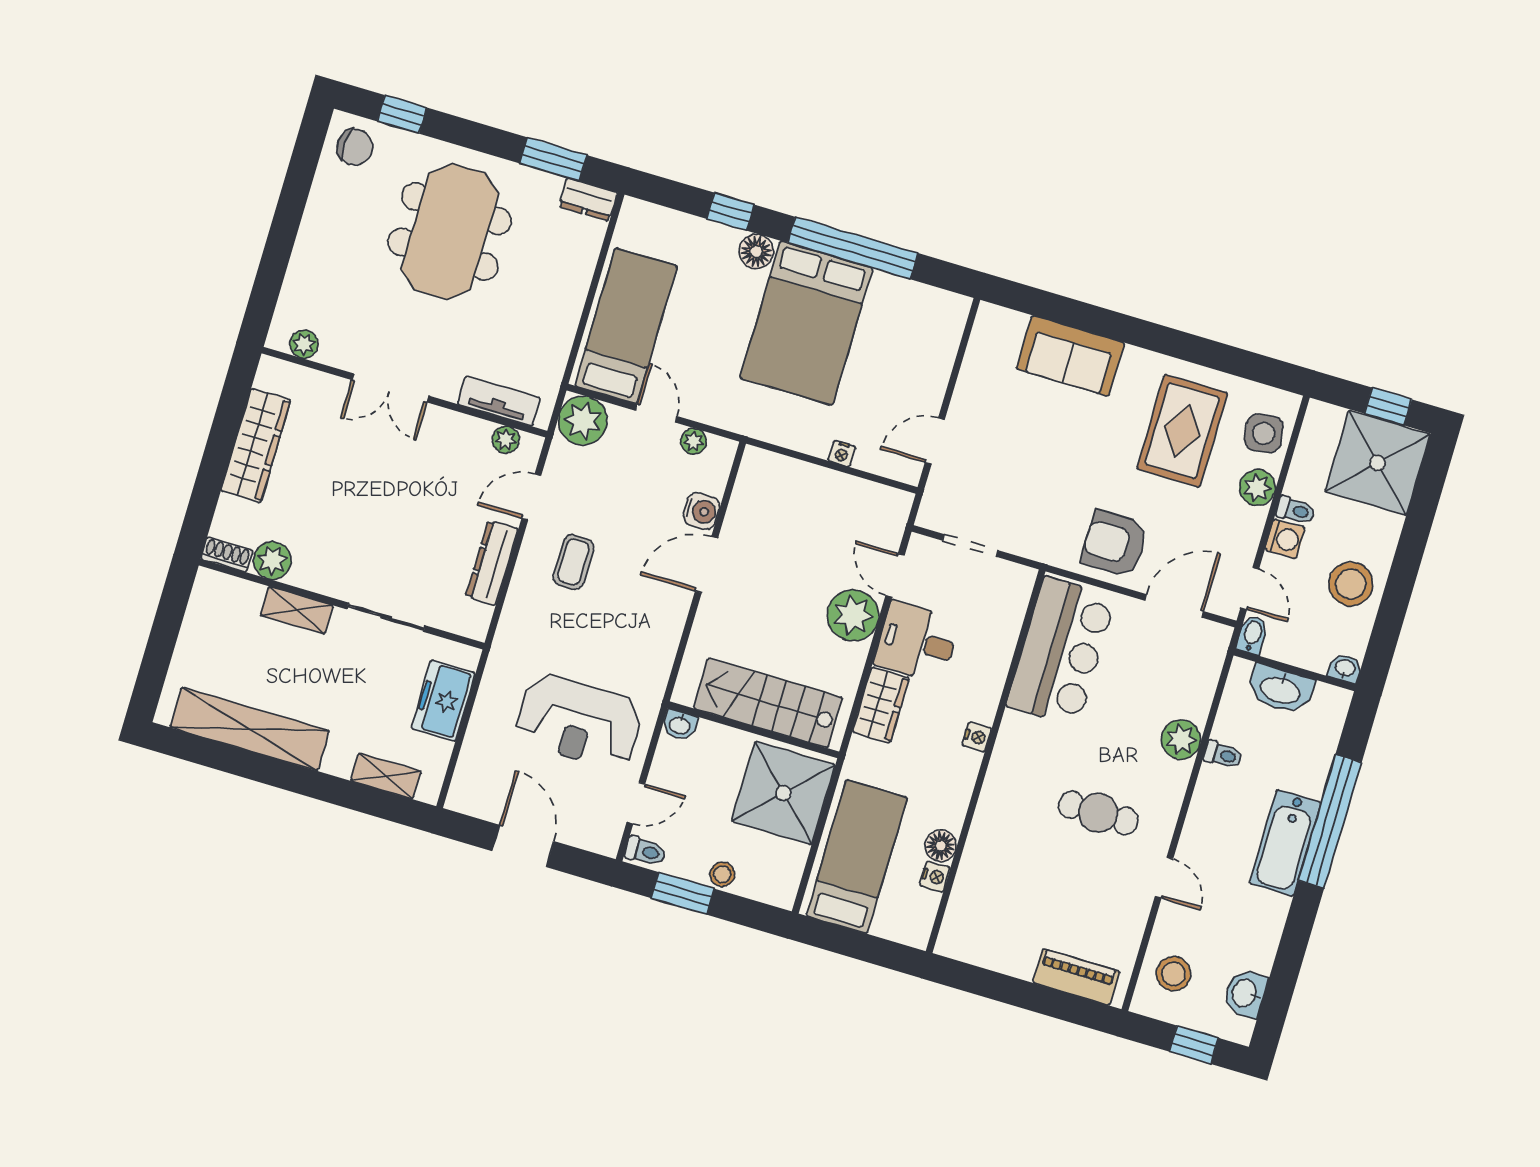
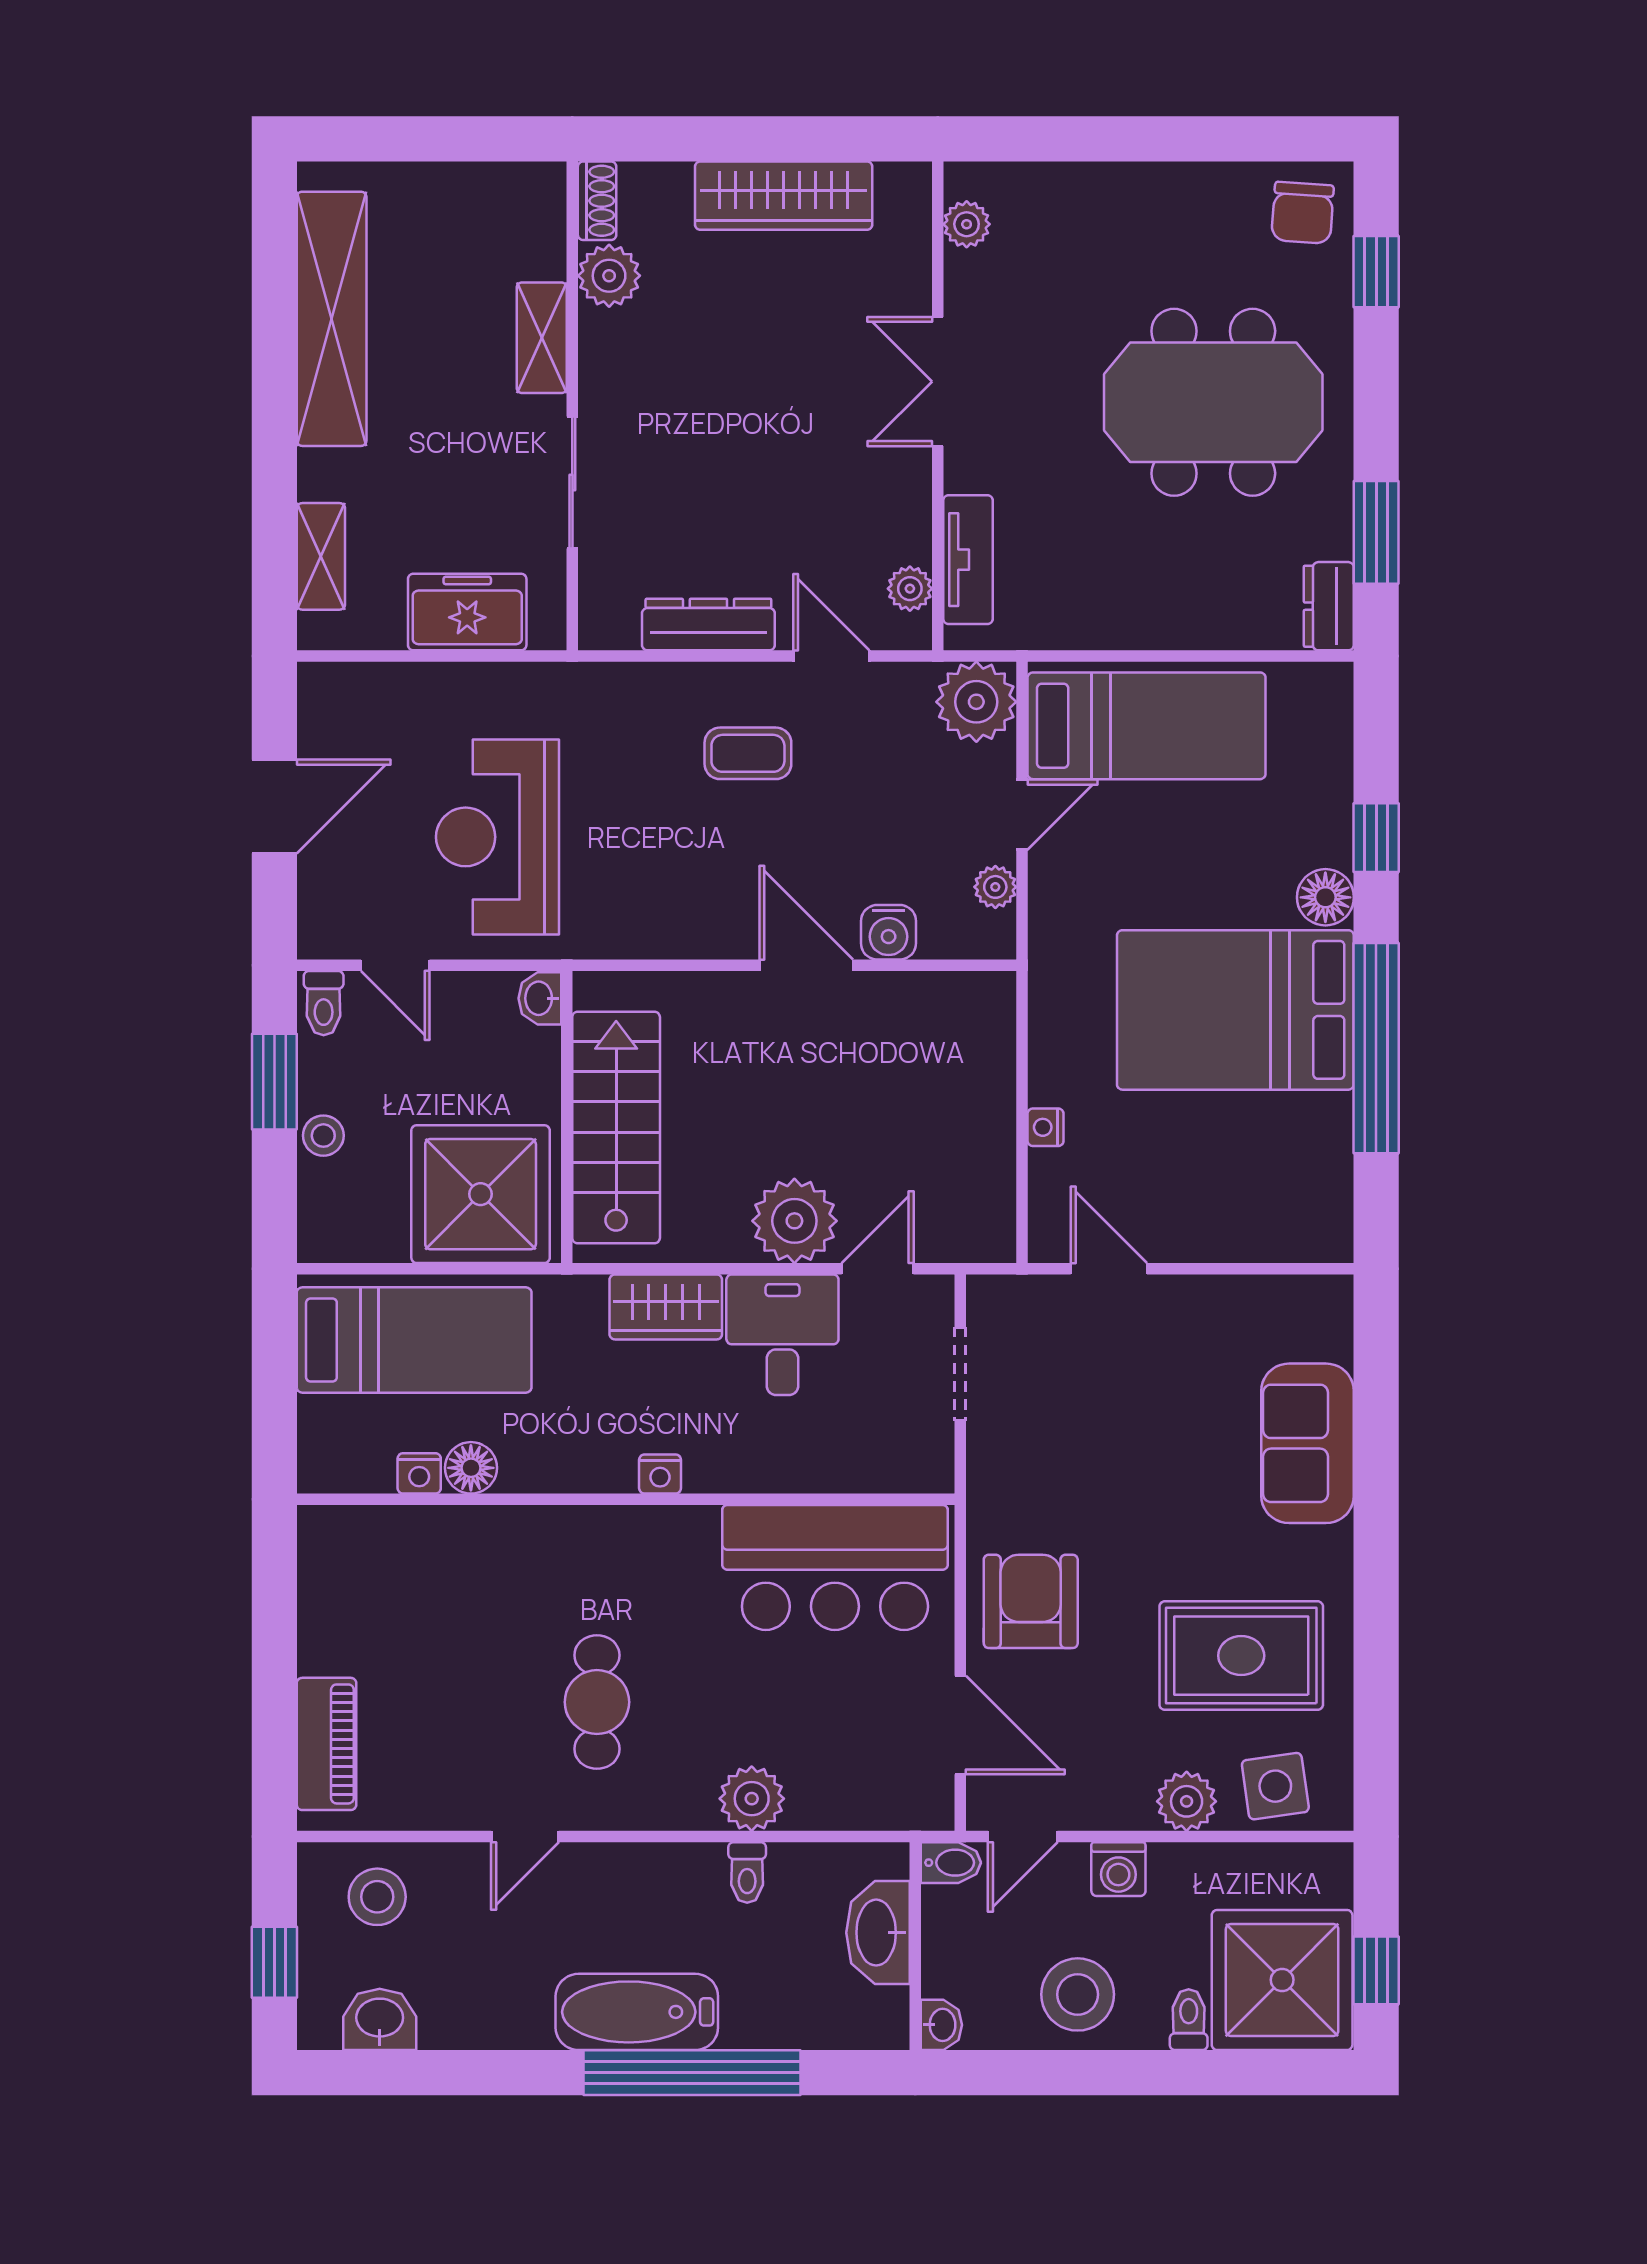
toilet: (1296, 510) -> (1189, 2020), moved, turned 180

